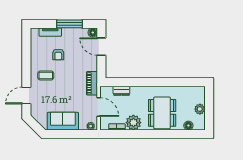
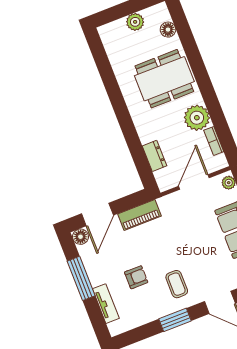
window: (26, 67) -> (175, 320), added
piano: (92, 83) -> (139, 215), moved

